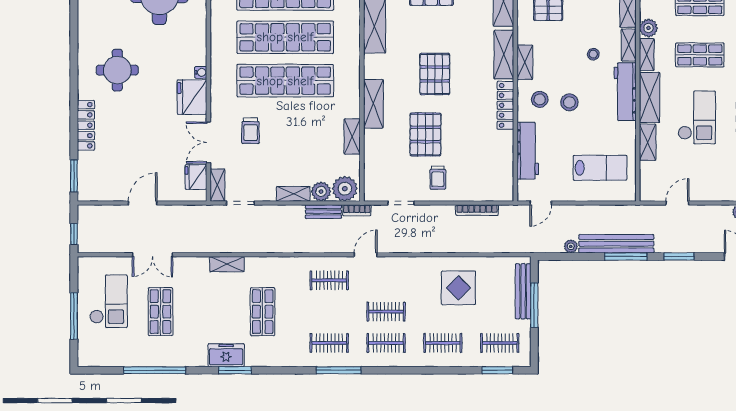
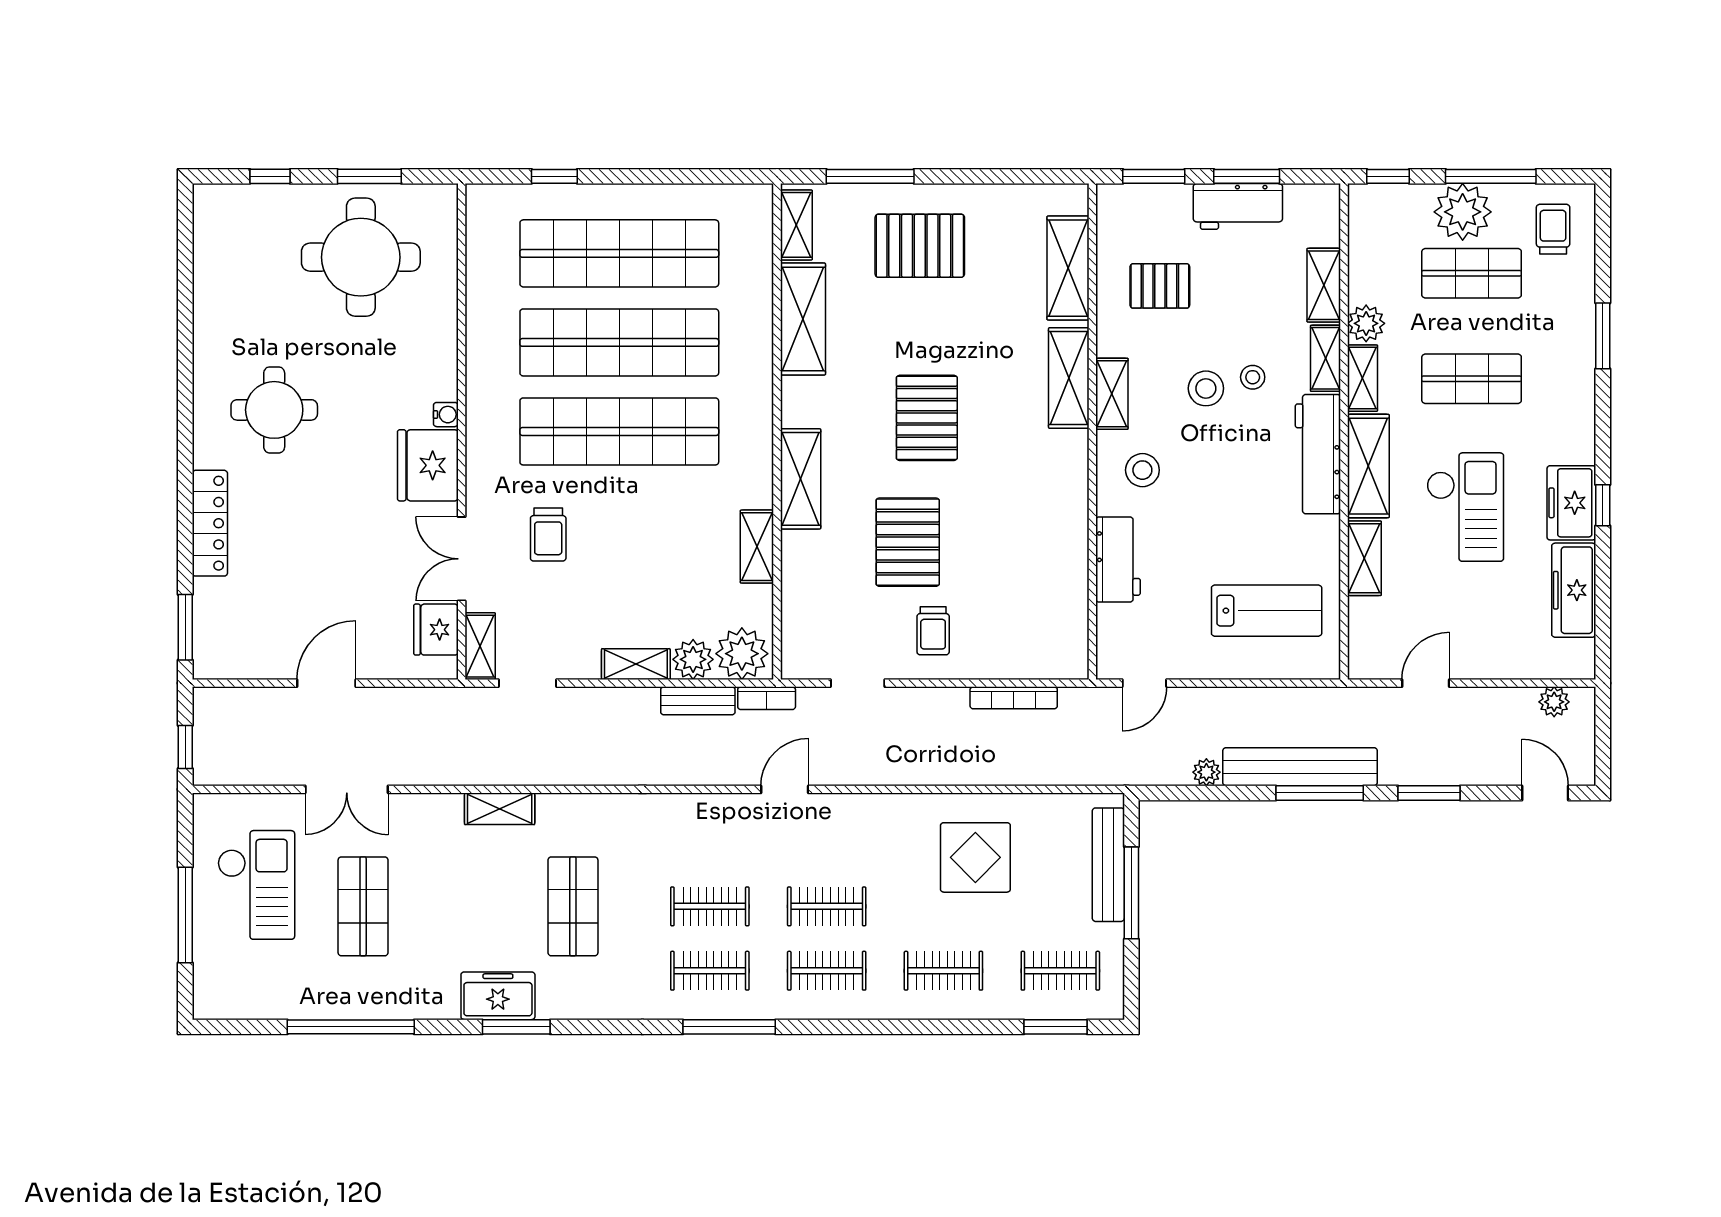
stool: (569, 102) -> (1206, 388), moved
locker: (505, 105) -> (1072, 482), removed
workbench: (528, 151) -> (1118, 559), width x0.73
clothes rail: (329, 280) -> (710, 906), moved

